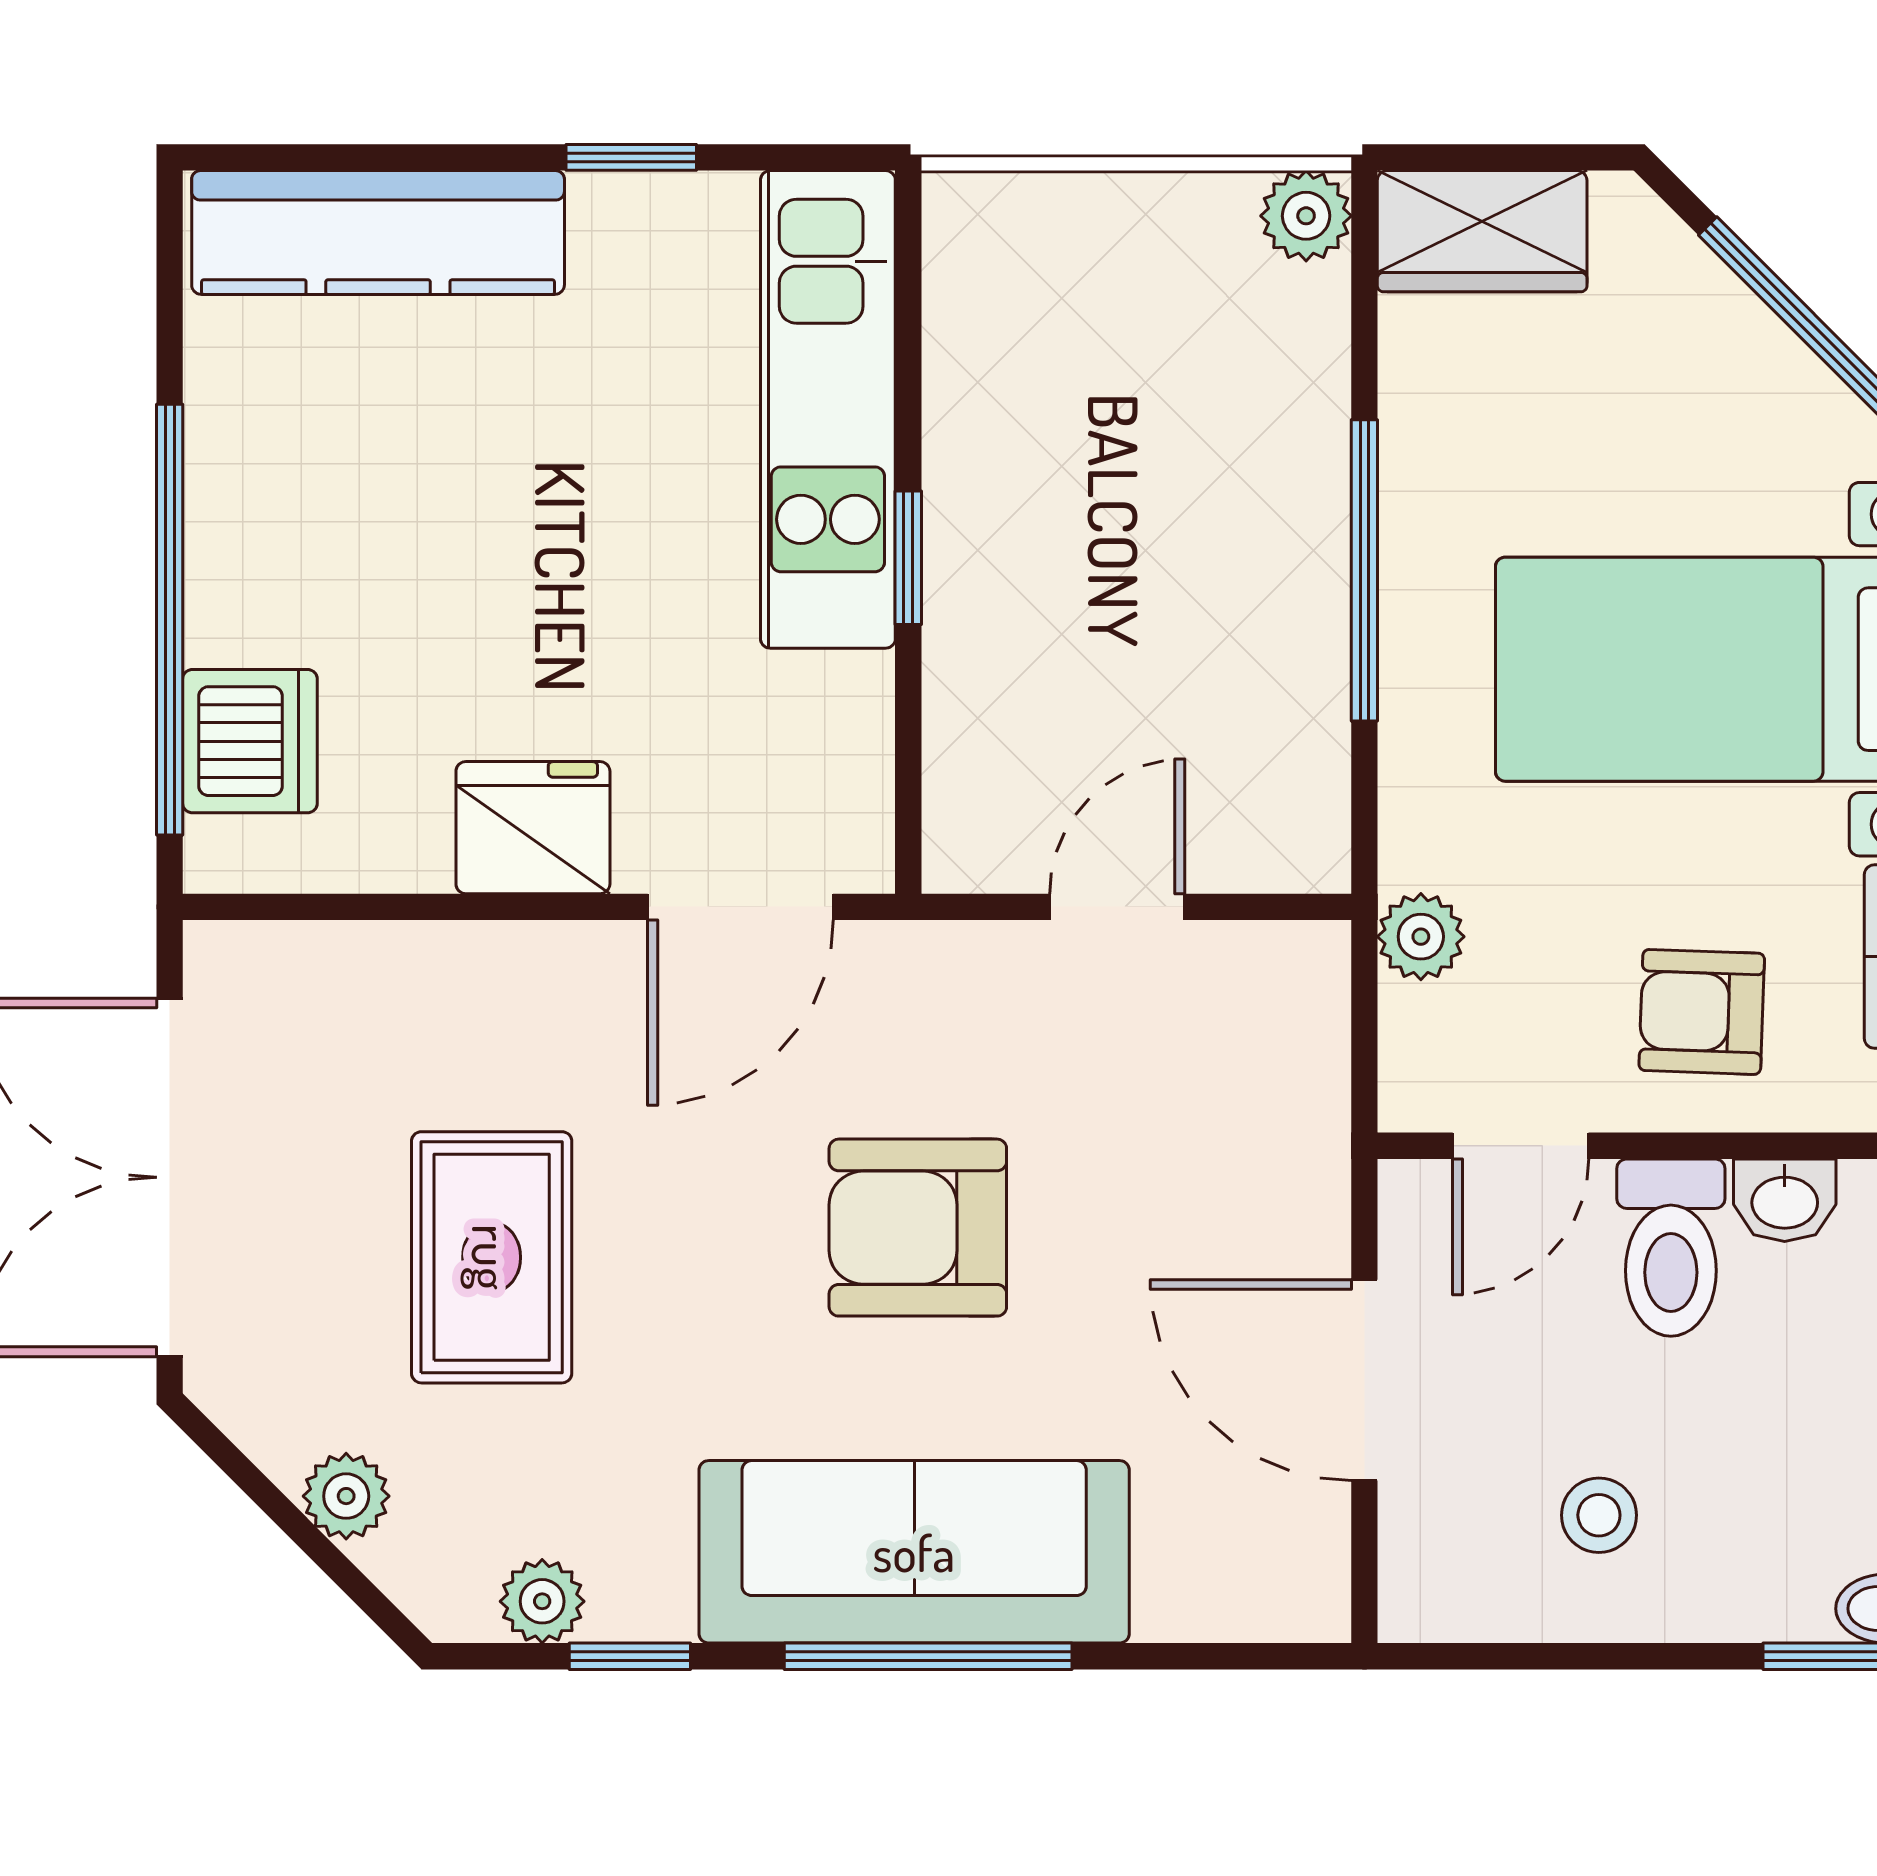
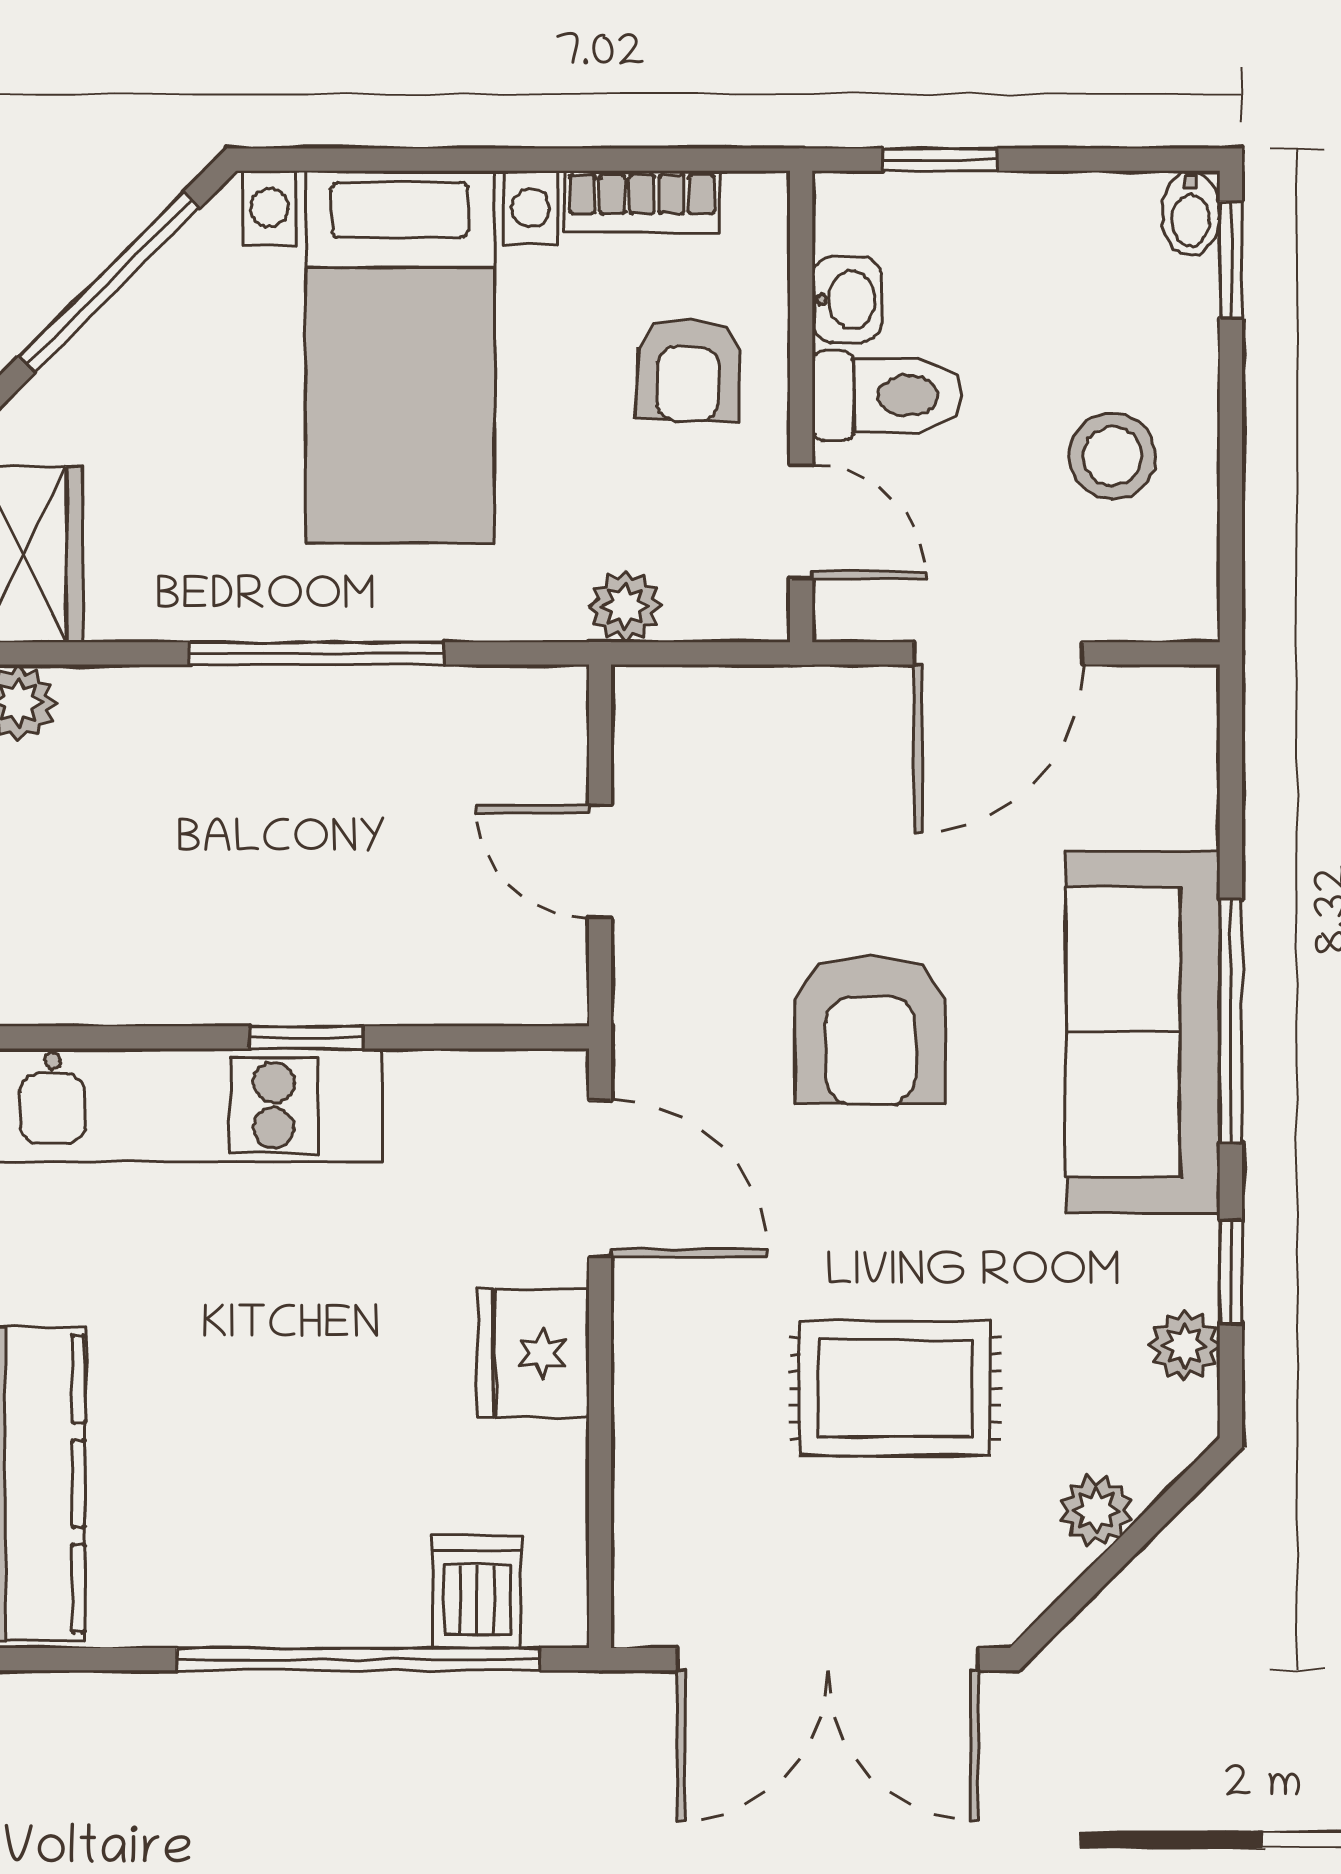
dishwasher: (250, 741) -> (477, 1592), width x0.73
stool: (1599, 1515) -> (1112, 456), width x1.37, depth x1.37

